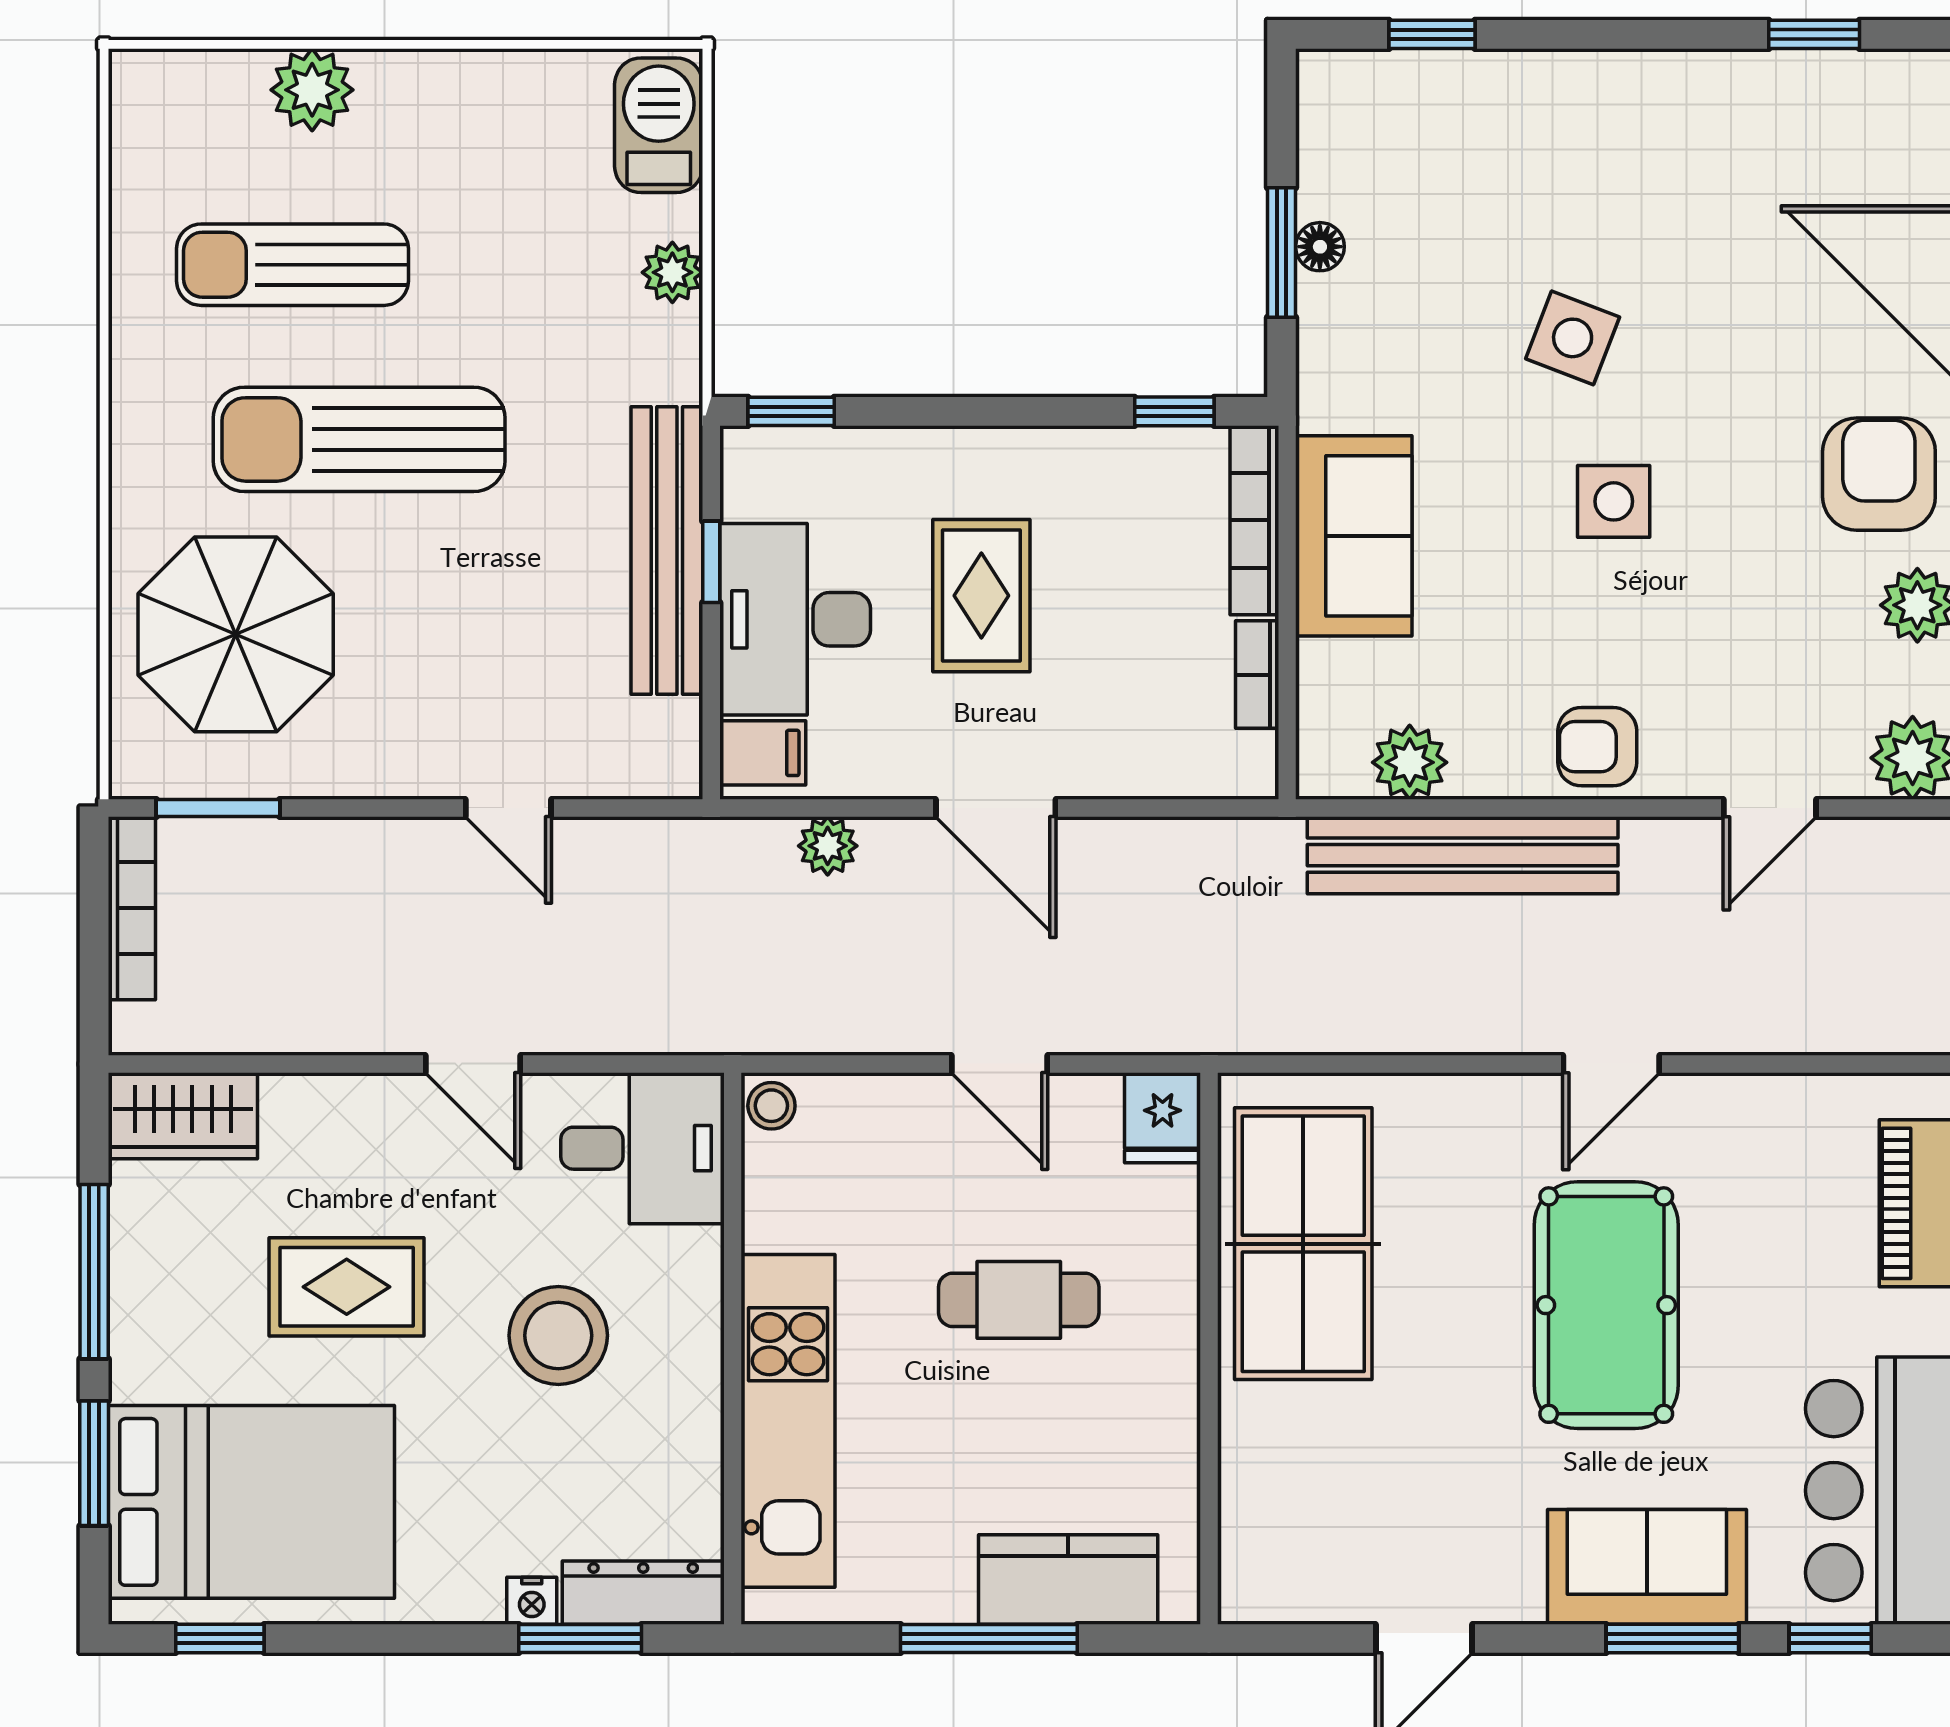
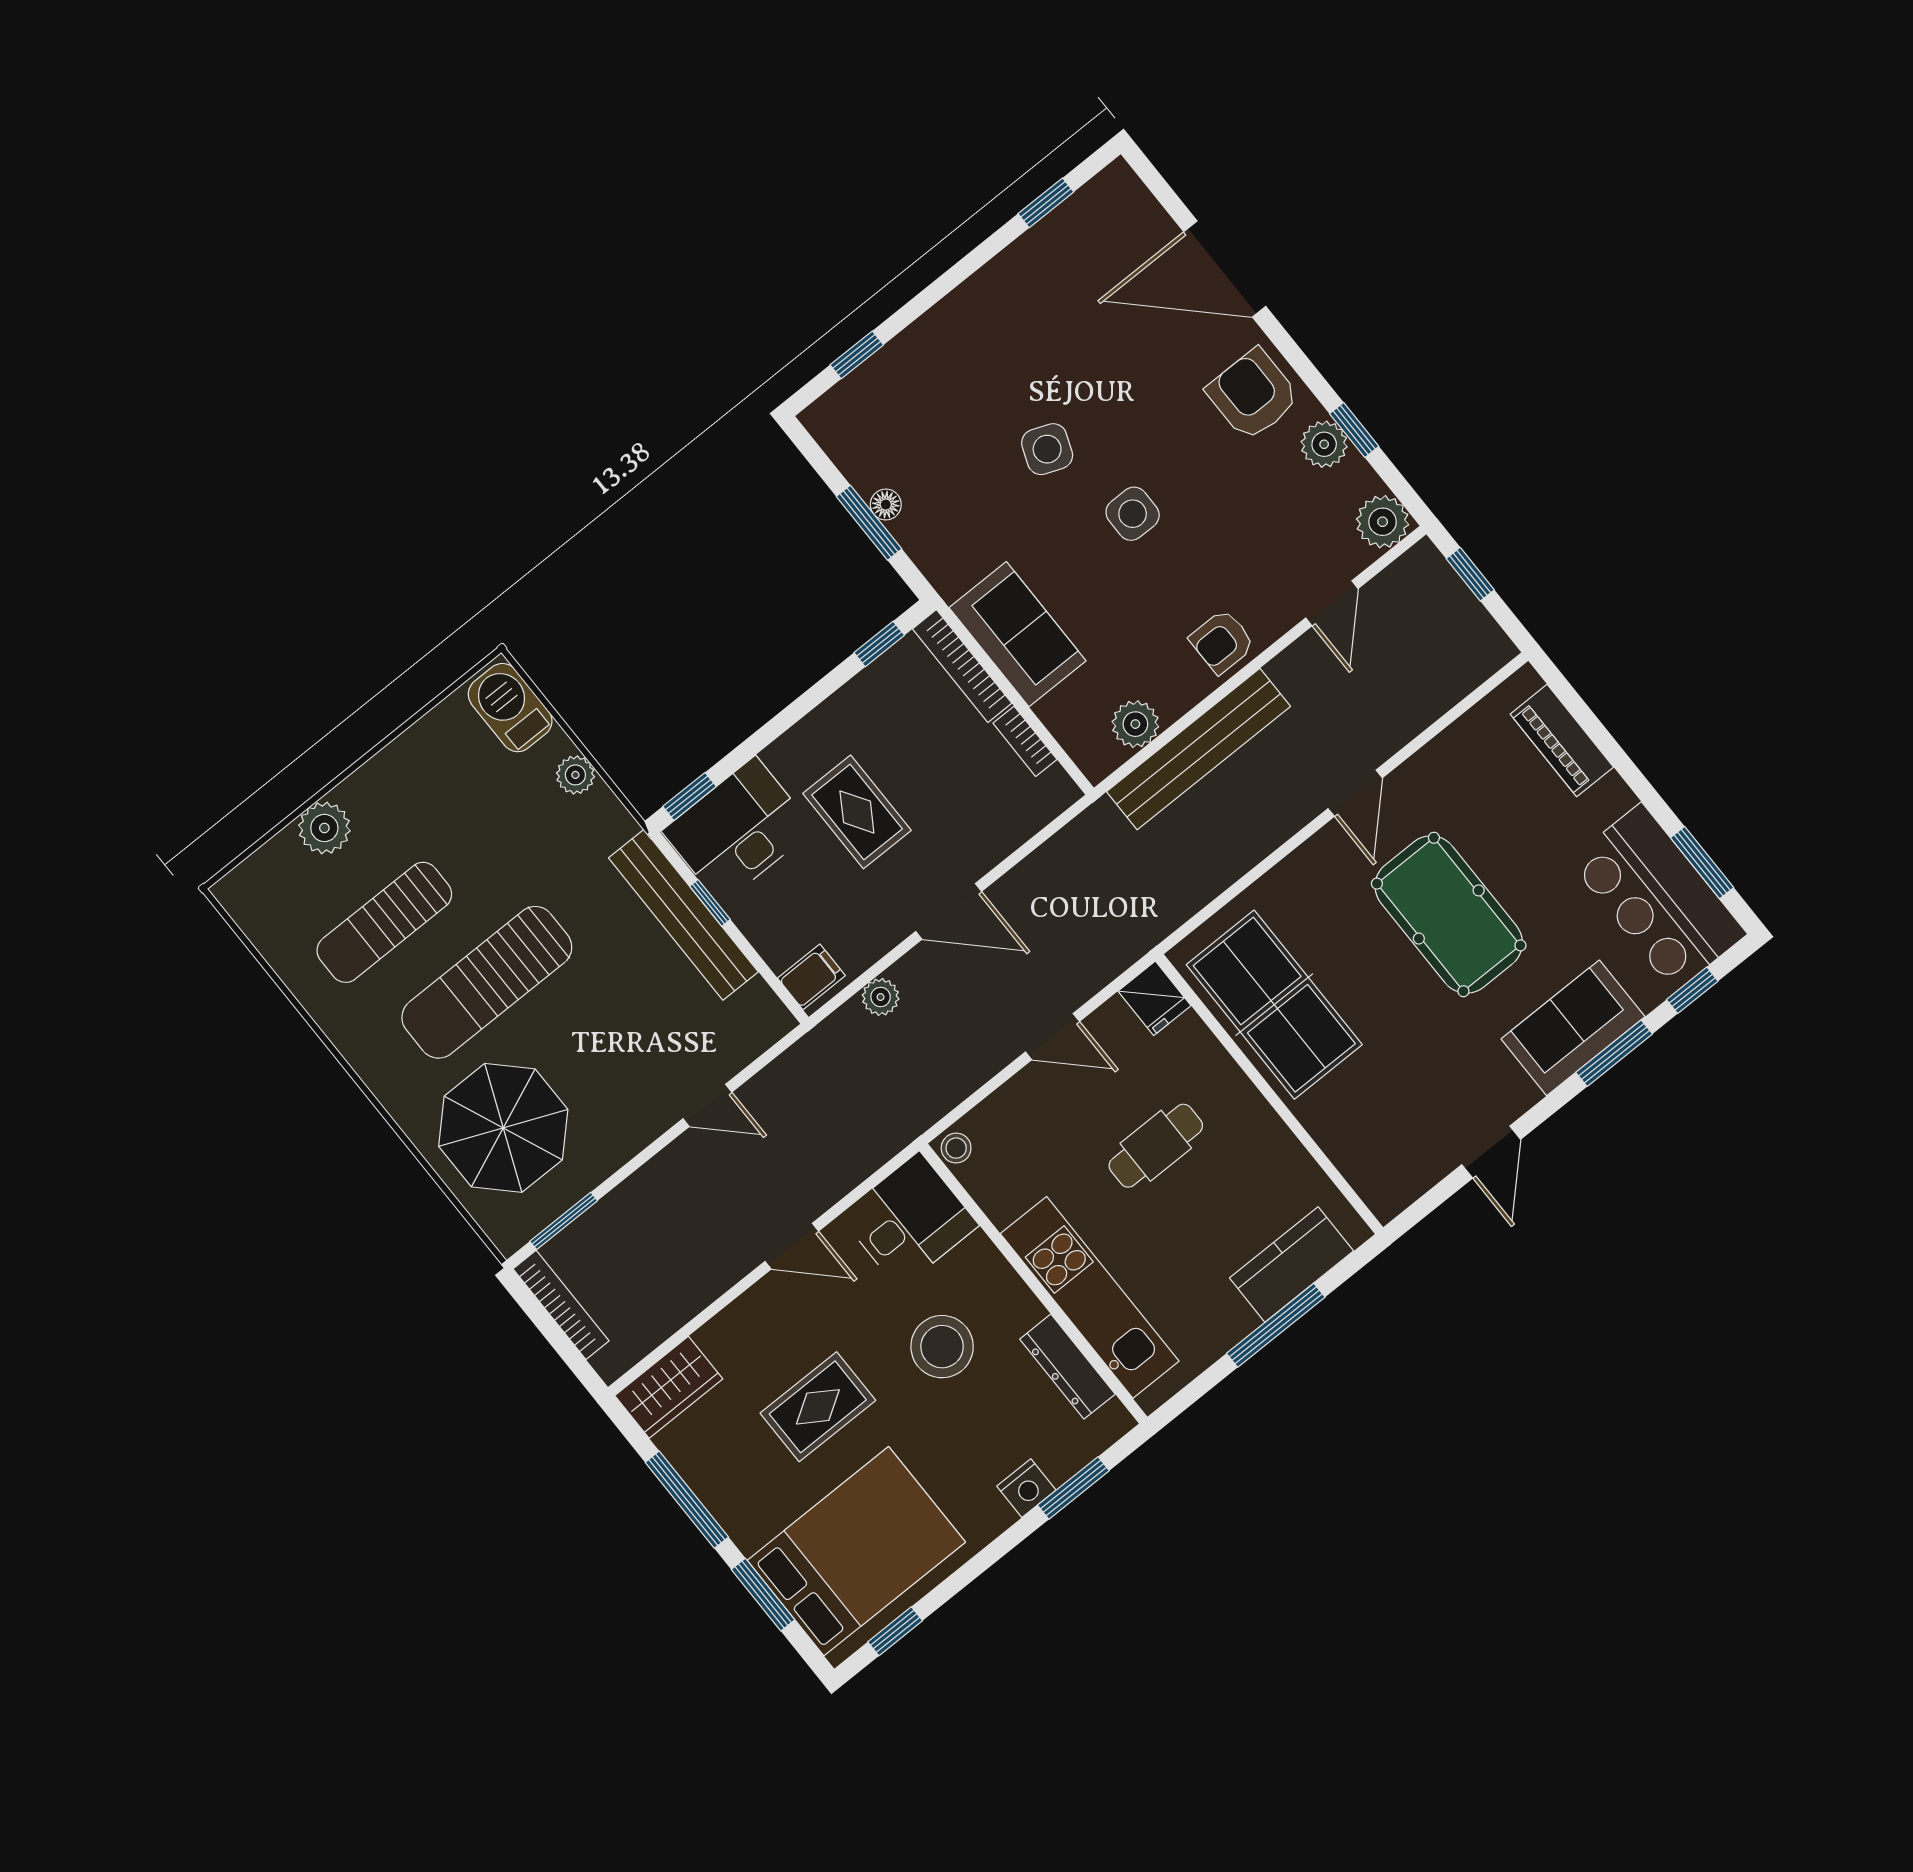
desk: (795, 619) -> (738, 830), moved, turned 90
dresser: (643, 1593) -> (1067, 1367), moved, turned -90
nightstand: (532, 1601) -> (1026, 1488), width x1.39, depth x1.35

